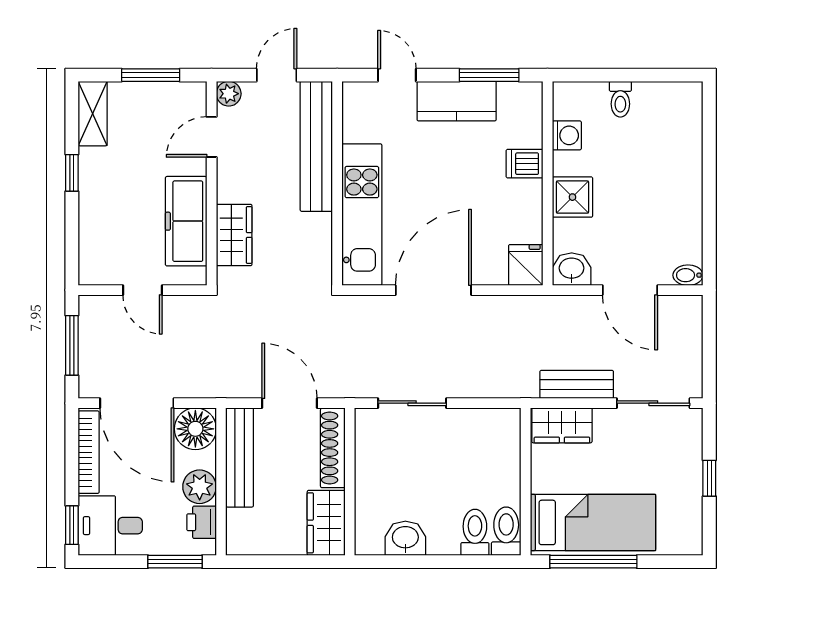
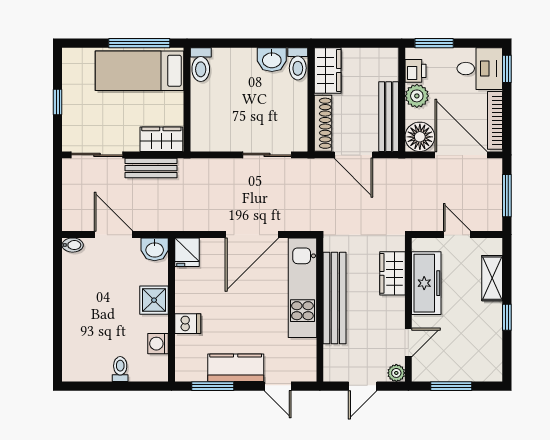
shelving: (93, 114) -> (492, 278), moved
bench: (316, 146) -> (335, 298), moved
toilet: (475, 532) -> (298, 64), moved

